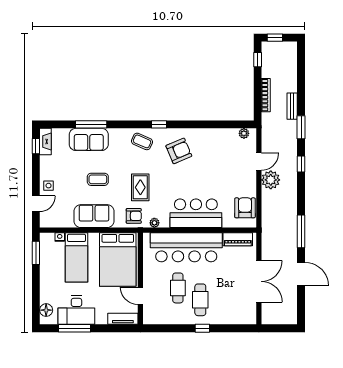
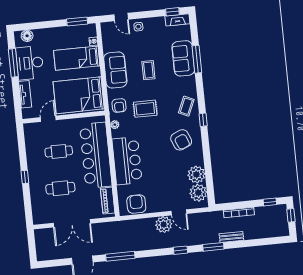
plant: (244, 133) -> (198, 193), width x1.88, depth x1.88
plant: (219, 138) -> (196, 175), added
armchair: (245, 208) -> (136, 204), turned -90
cafe table: (200, 300) -> (60, 188), moved
tv unit: (123, 319) -> (25, 94), moved

